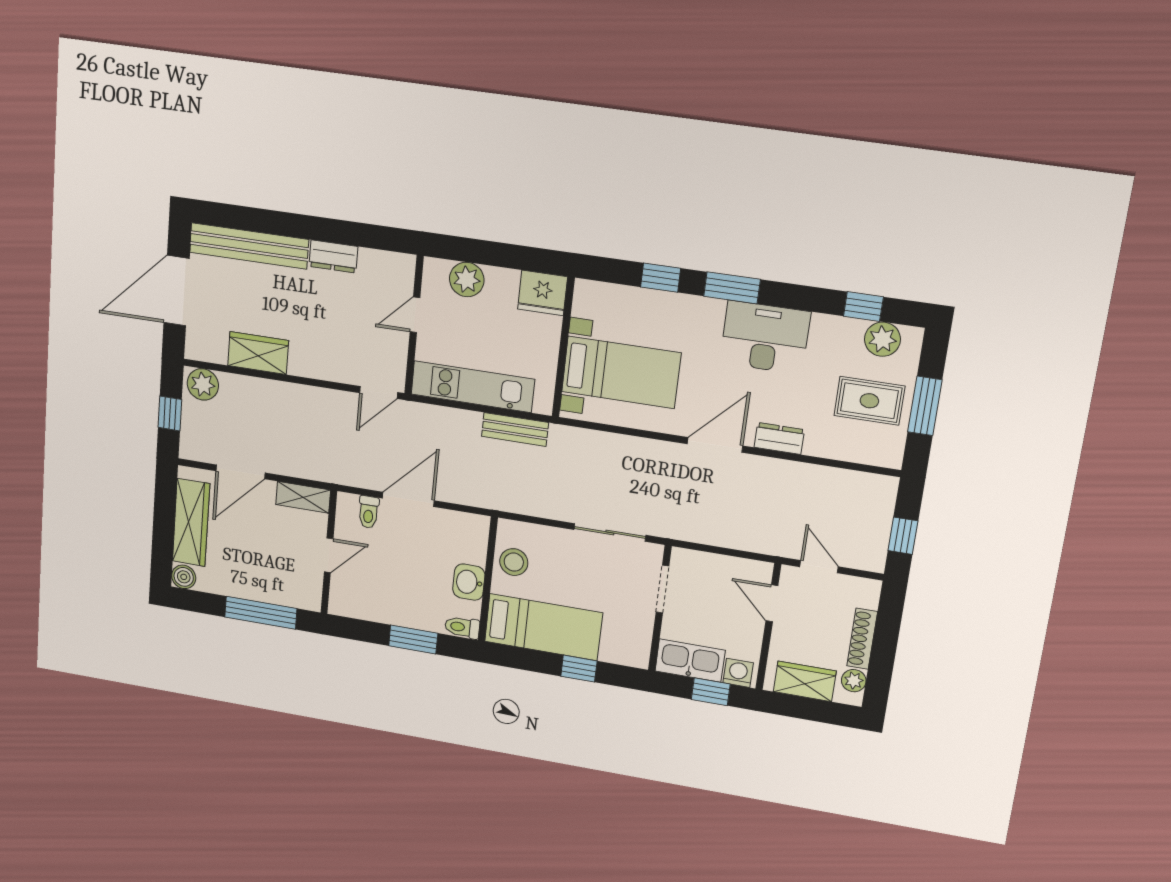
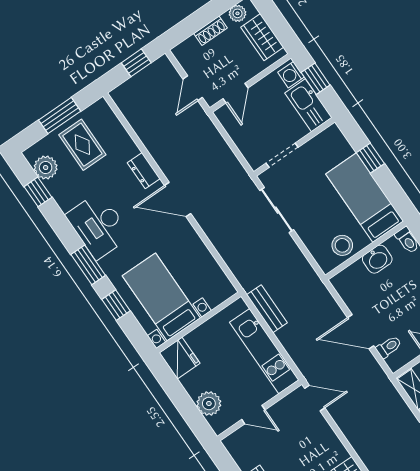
bed with nightstands: (621, 372) -> (161, 297), moved
shoe rack: (862, 639) -> (211, 31), width x0.70

